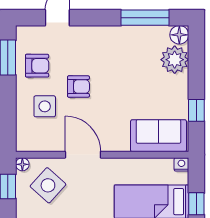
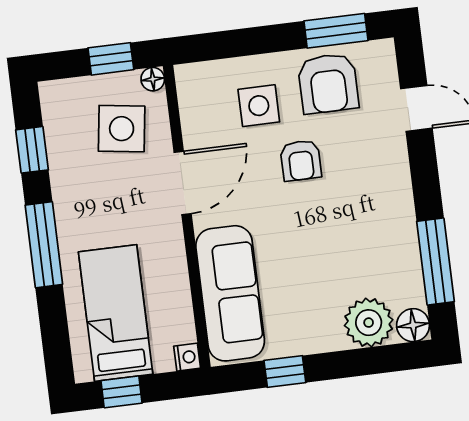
armchair: (37, 66) -> (328, 83), width x1.38, depth x1.38
sofa: (158, 136) -> (230, 293), width x1.36
side table: (48, 185) -> (122, 129), turned -34

